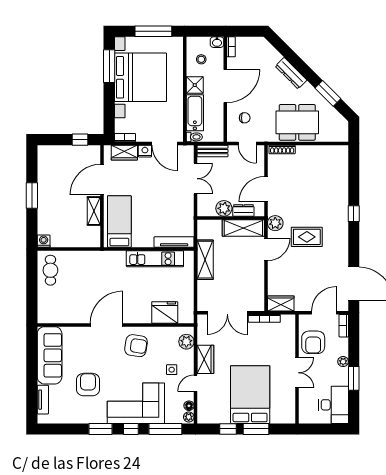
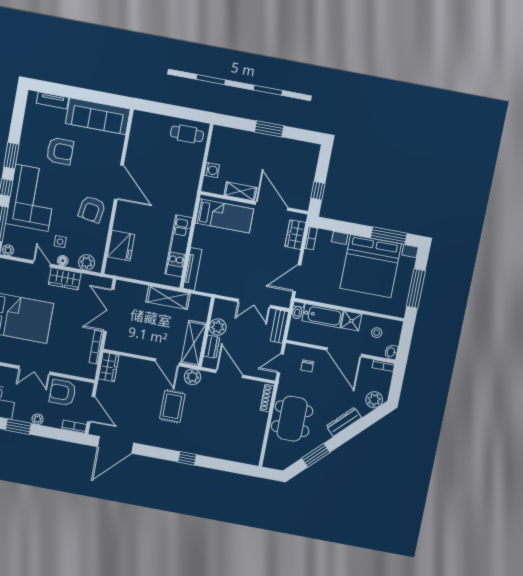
plant: (265, 49) -> (374, 400), added
nightstand: (145, 151) -> (293, 256), removed
washing machine: (44, 241) -> (212, 170), moved
floor lamp: (189, 406) -> (63, 261), moved

